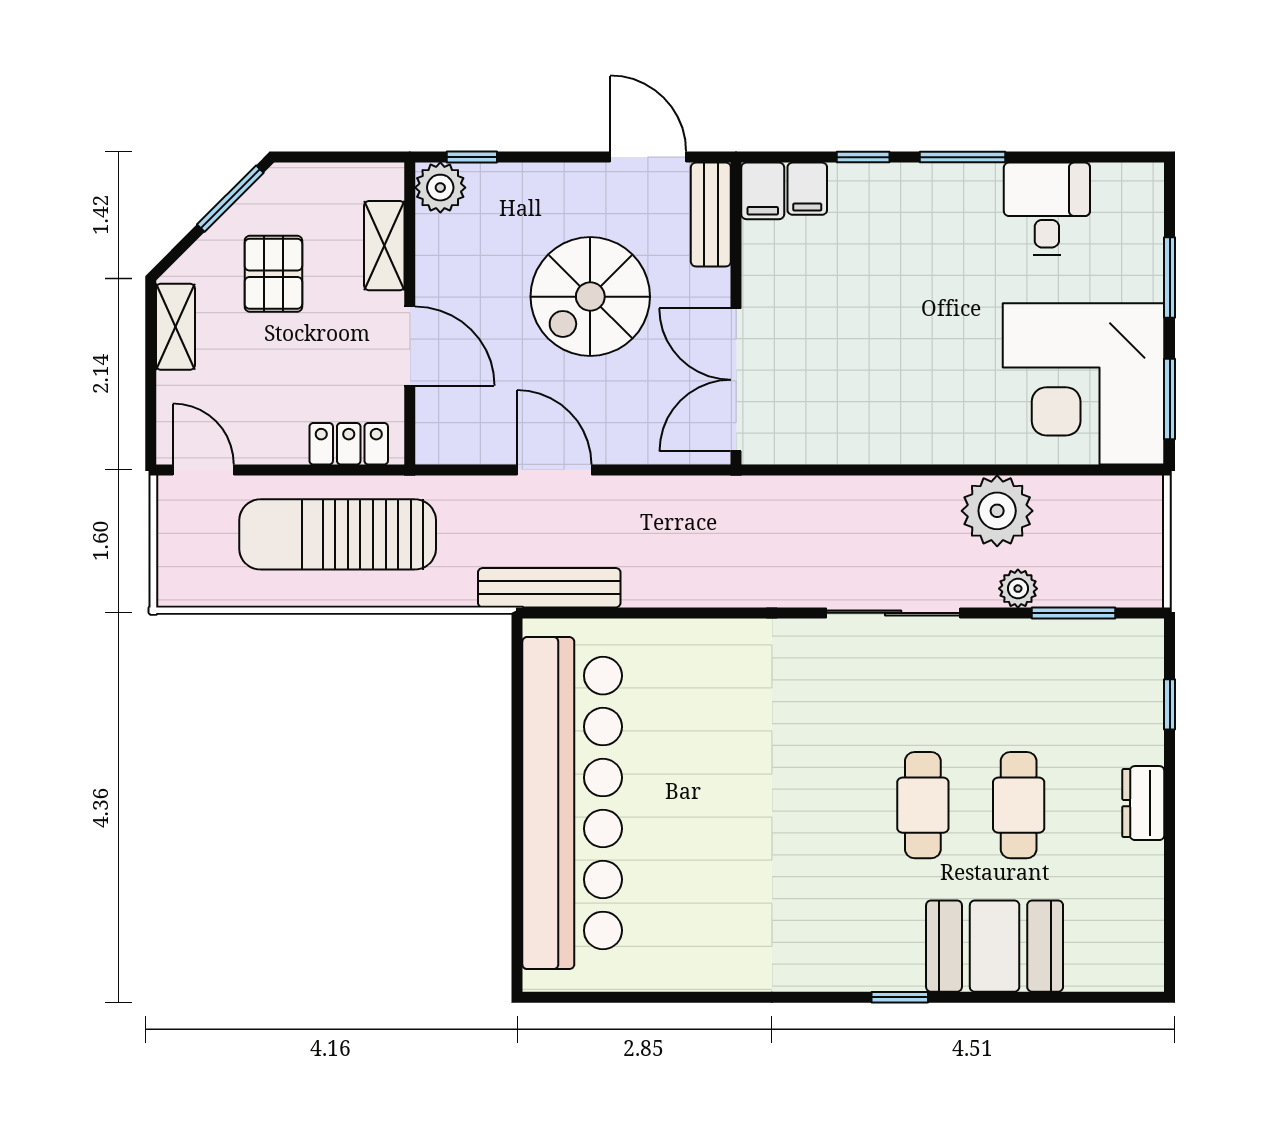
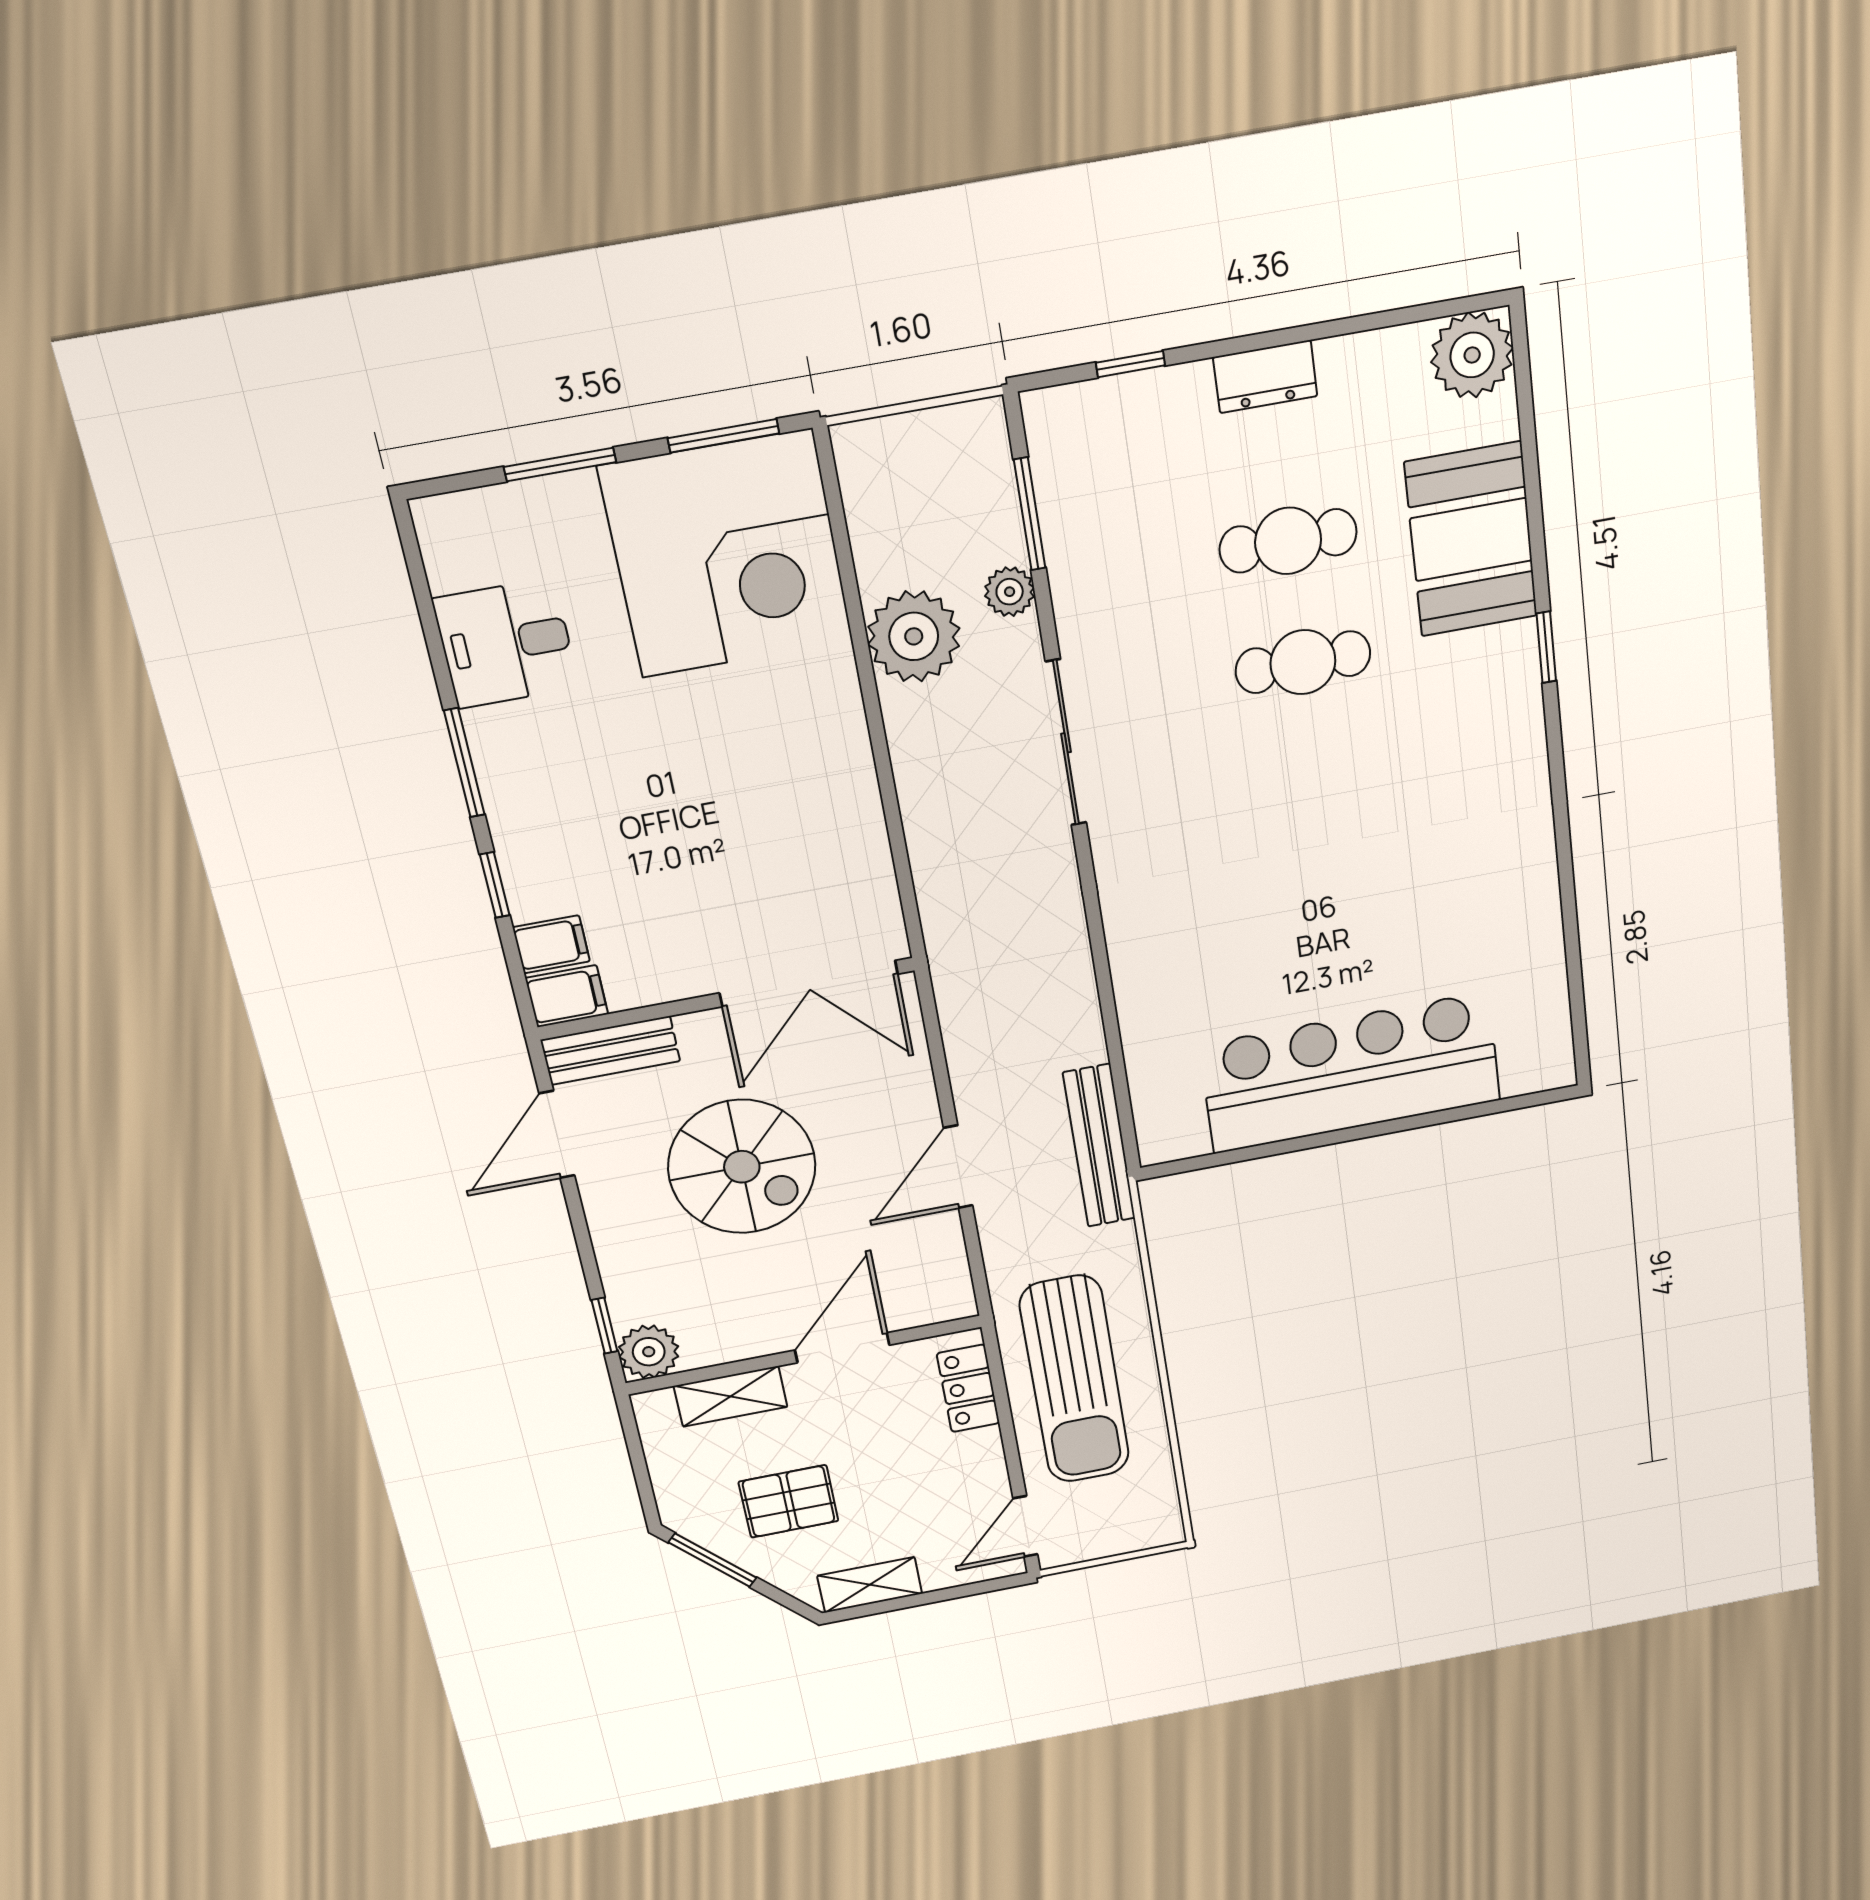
bar counter: (572, 803) -> (1351, 1073), width x0.73
plant: (1133, 960) -> (1472, 355), added

